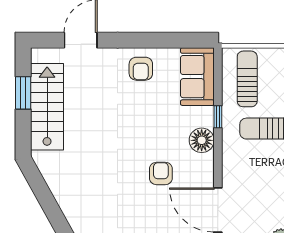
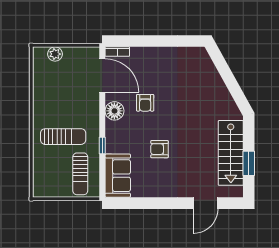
armchair: (141, 69) -> (159, 149), moved, turned -90
floor lamp: (202, 140) -> (114, 111), moved

